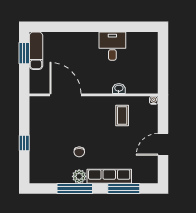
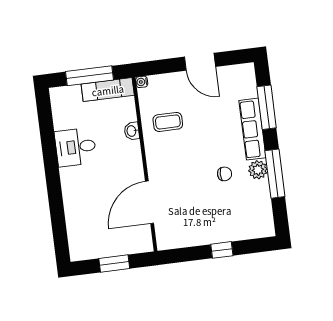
exam couch: (36, 51) -> (108, 90), moved, turned 180
window: (24, 53) -> (114, 264), moved
window: (163, 63) -> (89, 76), added

